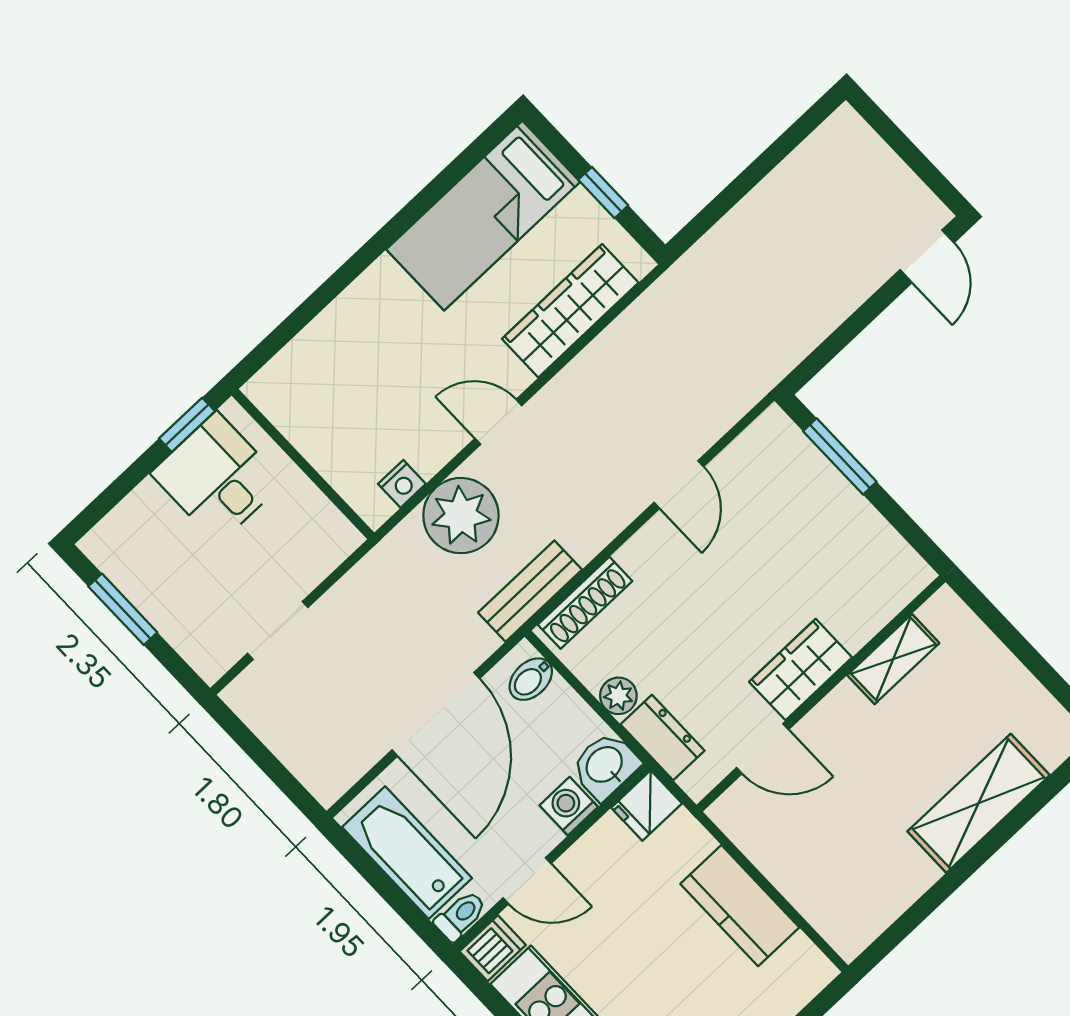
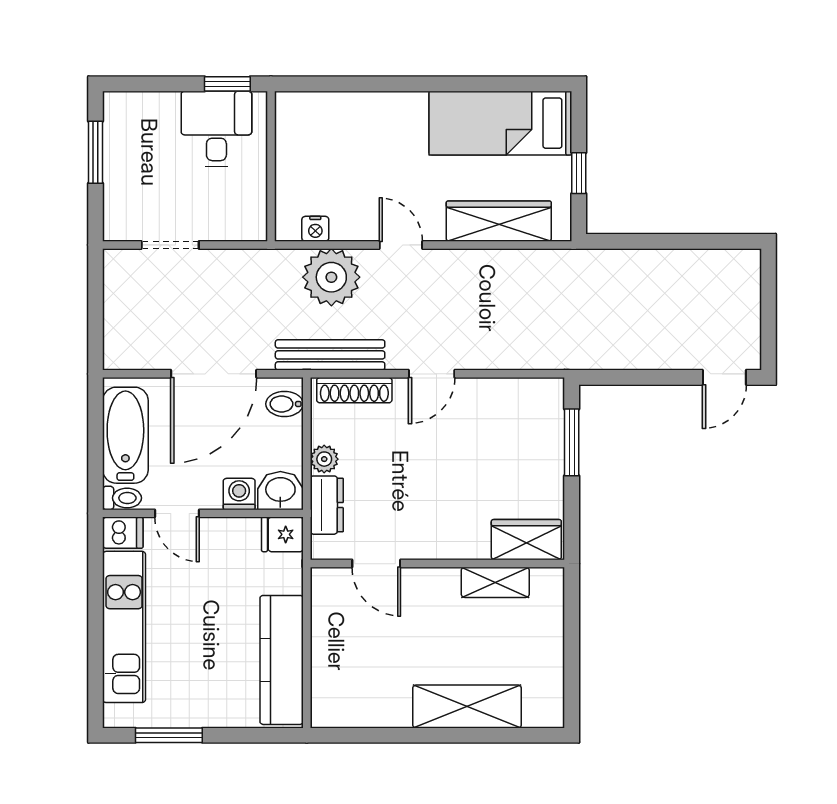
door: (679, 484) -> (432, 374), moved
bench: (530, 591) -> (330, 355), width x1.36
wardrobe: (801, 670) -> (526, 540), moved
kitchen counter: (740, 906) -> (282, 660), width x1.50

